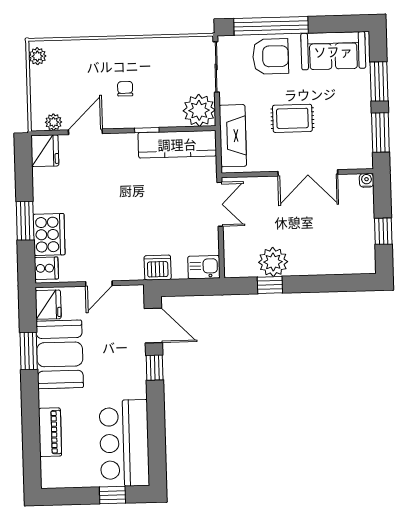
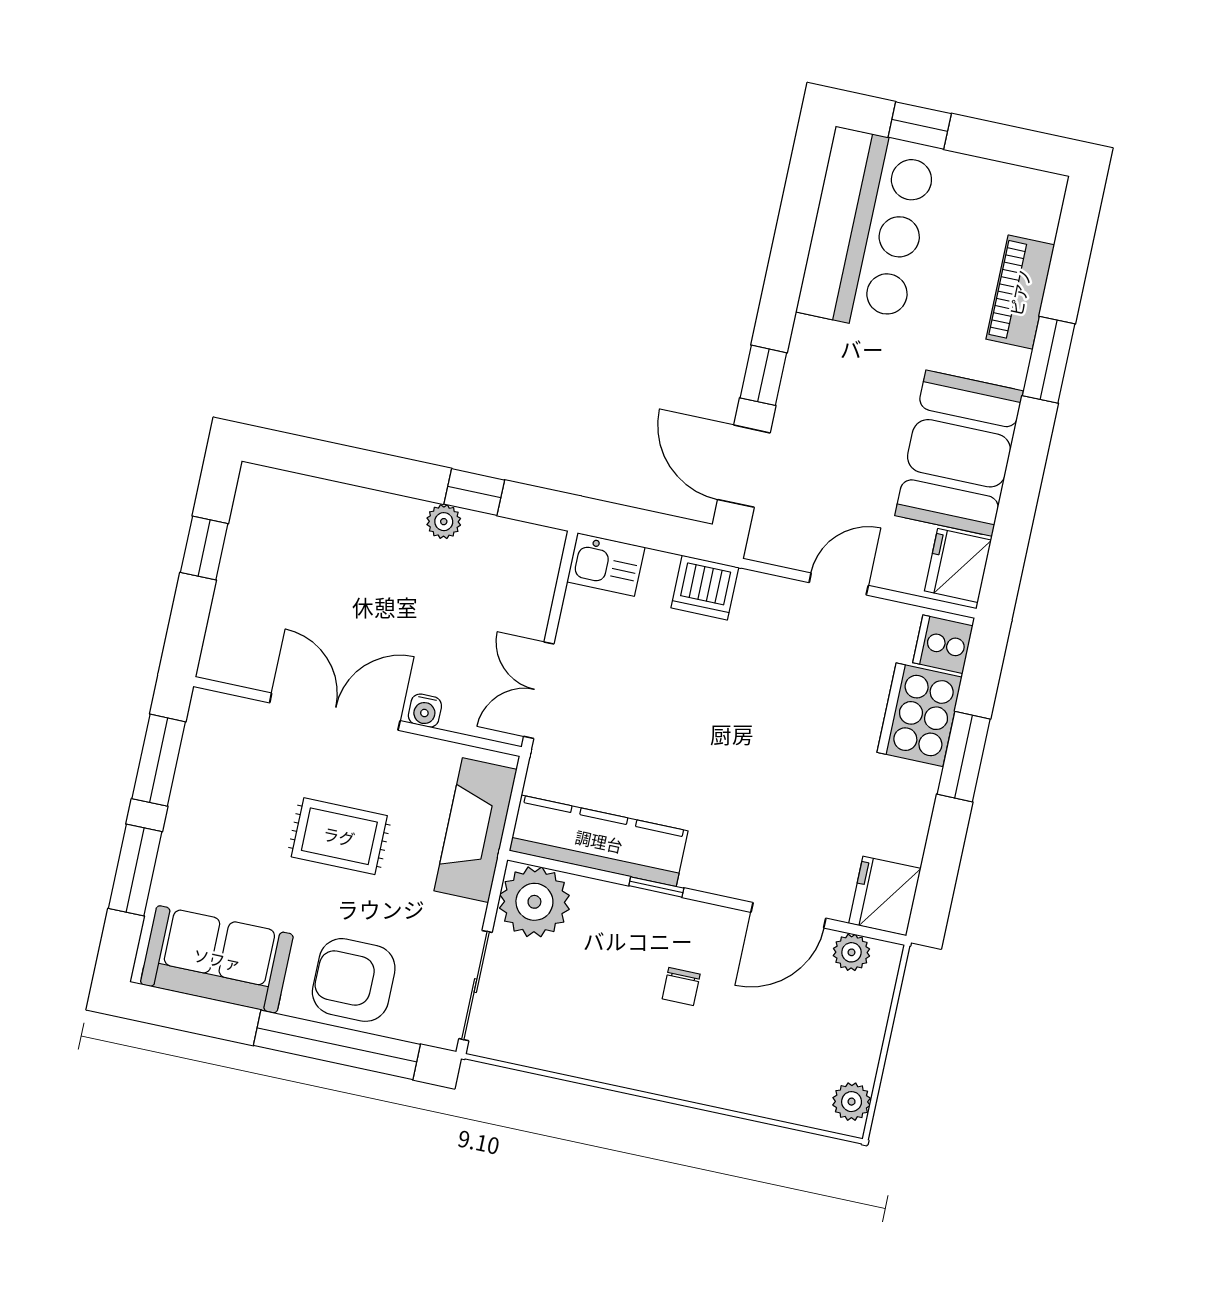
water cooler: (367, 180) -> (425, 711), moved
plant: (273, 262) -> (444, 522), width x0.53, depth x0.53
window: (29, 351) -> (1049, 360), moved

